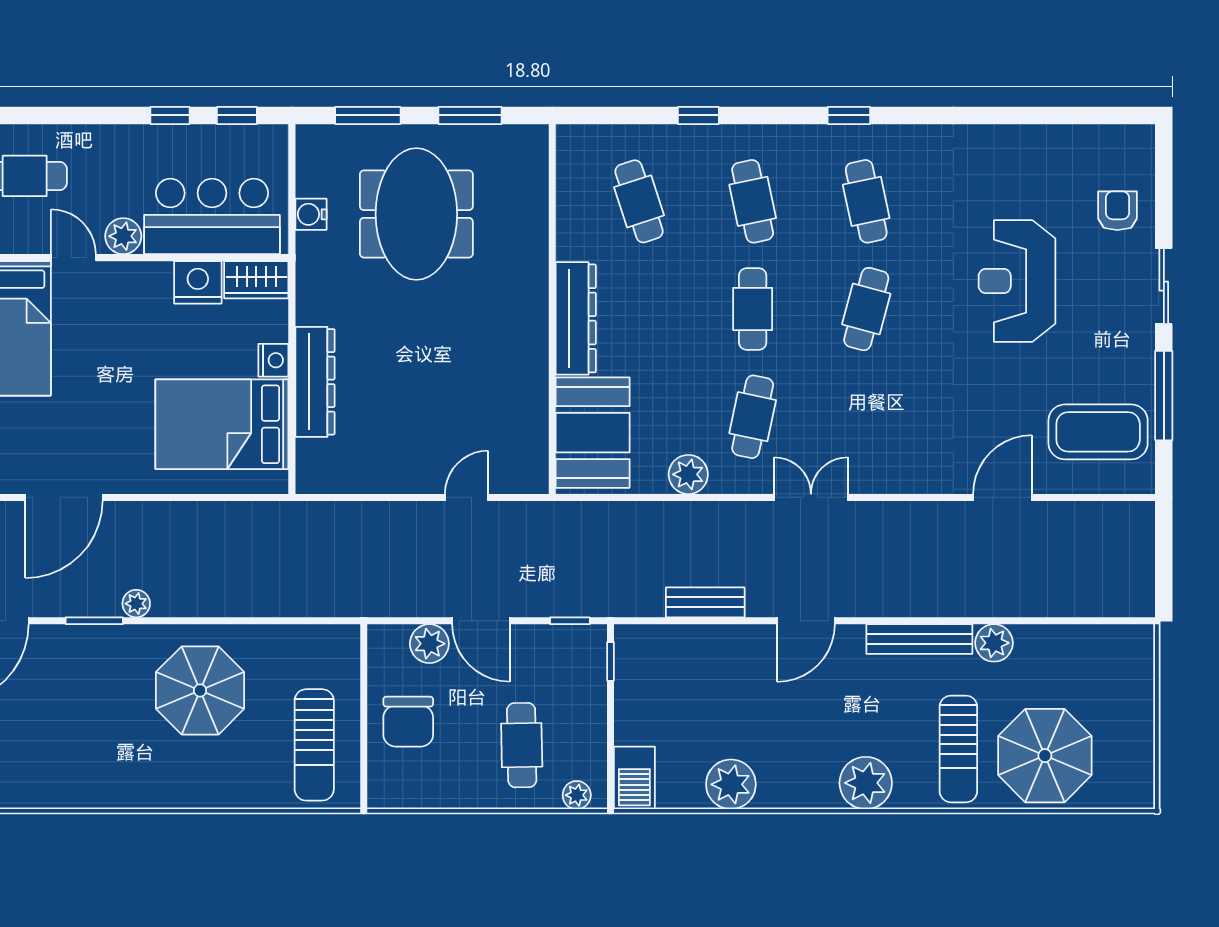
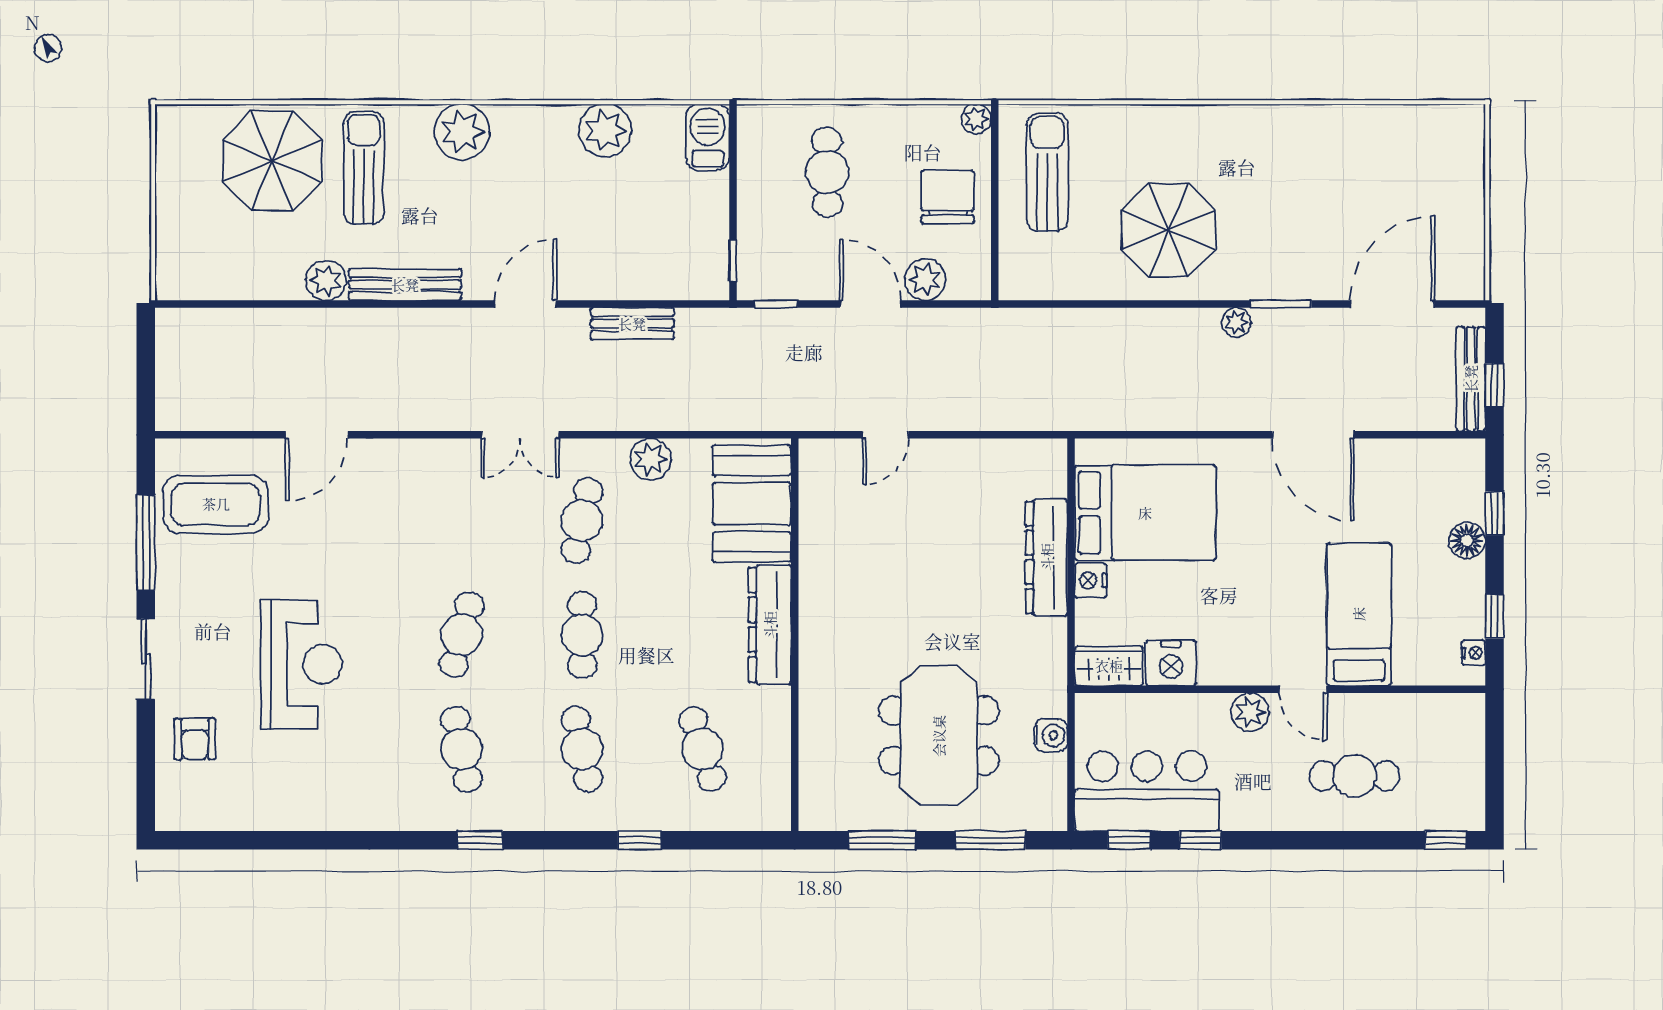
bar counter: (212, 216) -> (1147, 791), moved, turned 180
door: (64, 497) -> (1313, 435), swing flipped
plant: (577, 795) -> (976, 119), moved

